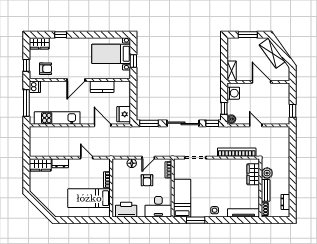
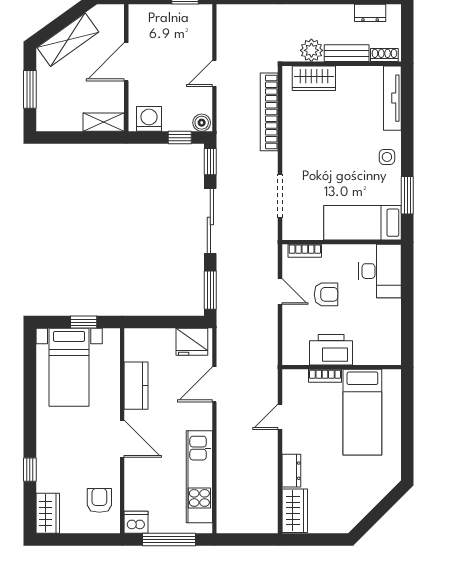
window: (26, 65) -> (92, 539), removed
floor lamp: (132, 163) -> (291, 325), removed
printer: (126, 210) -> (331, 350), moved, turned 90

